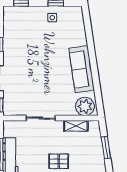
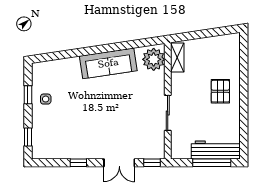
shelving: (76, 126) -> (177, 57), moved
window: (106, 148) -> (204, 34), removed

